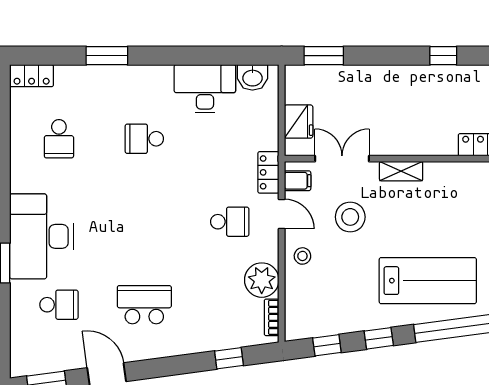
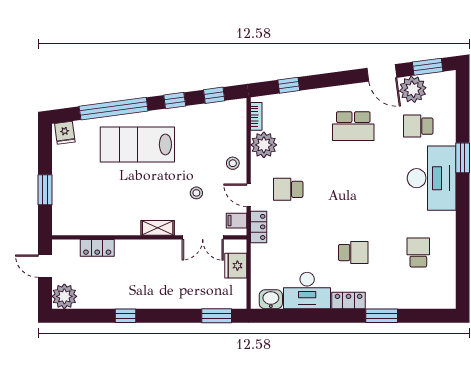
locker: (32, 76) -> (349, 301), moved
stool: (350, 217) -> (196, 193), width x0.53, depth x0.53
plant: (66, 353) -> (413, 89), added

